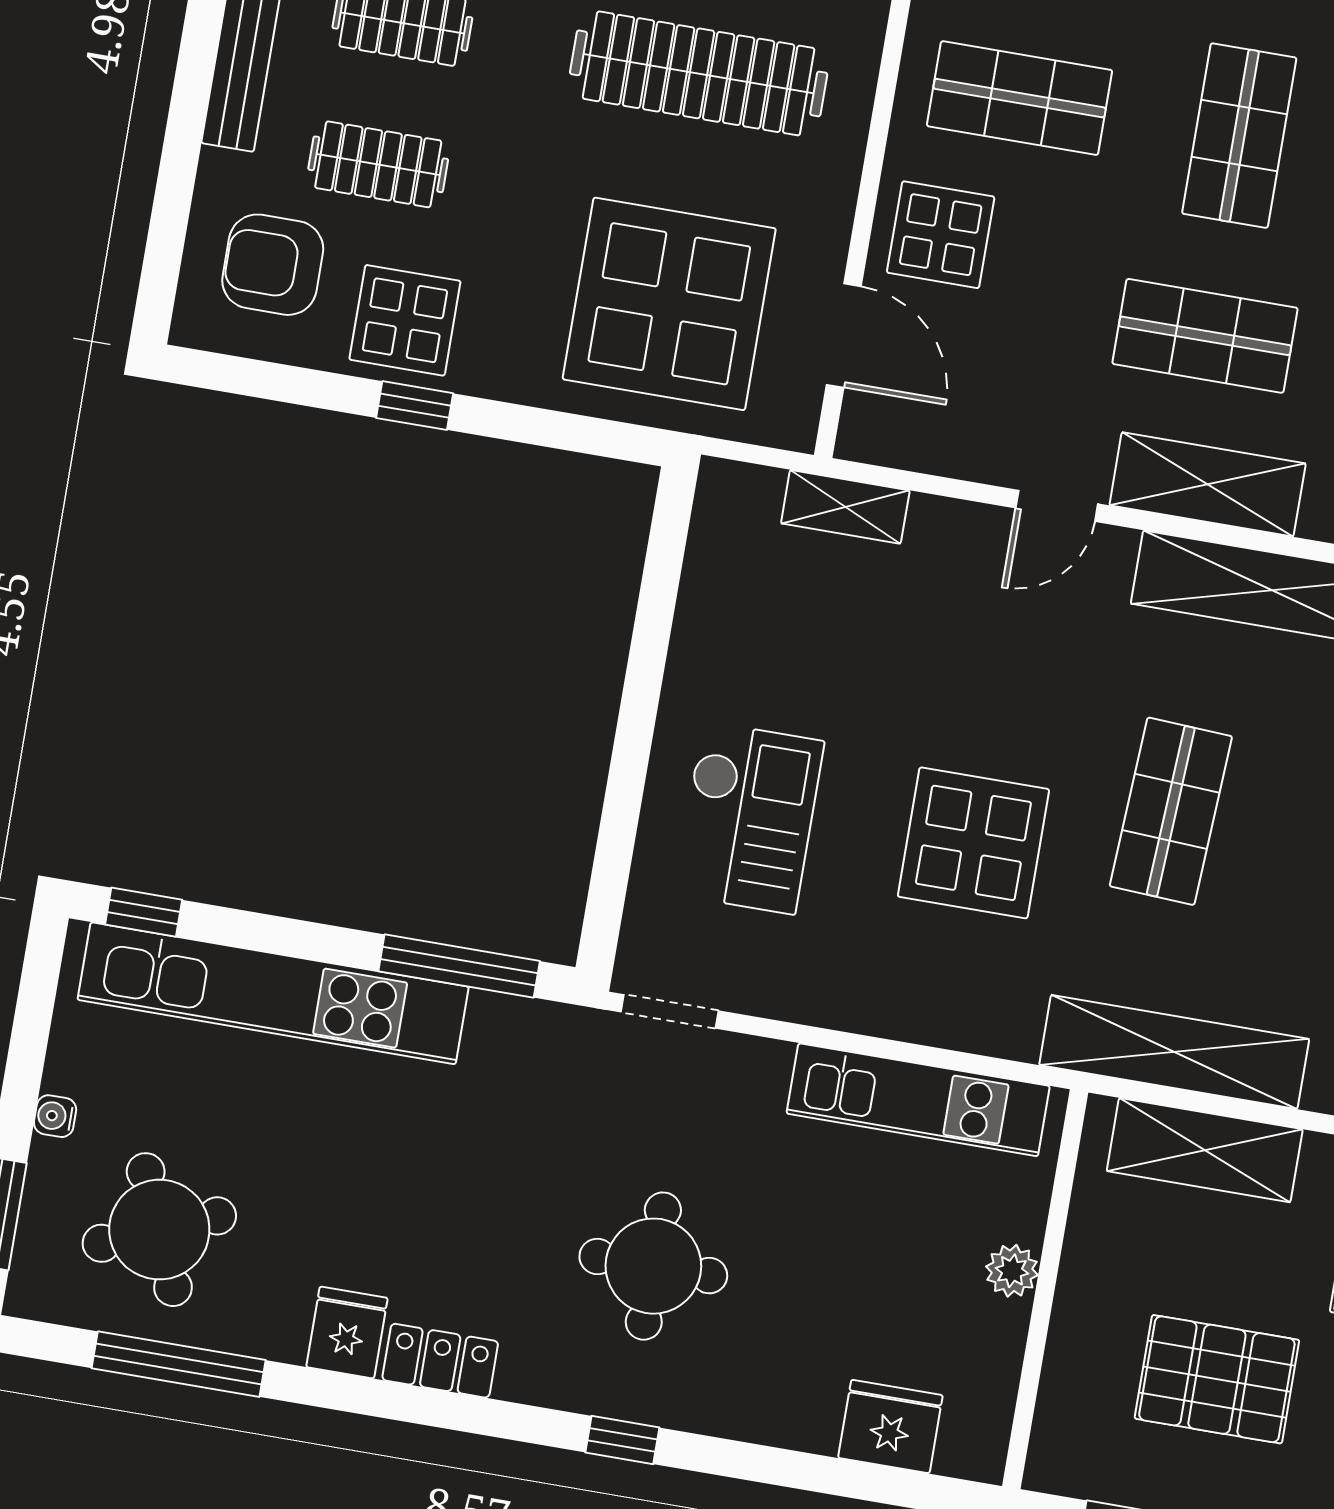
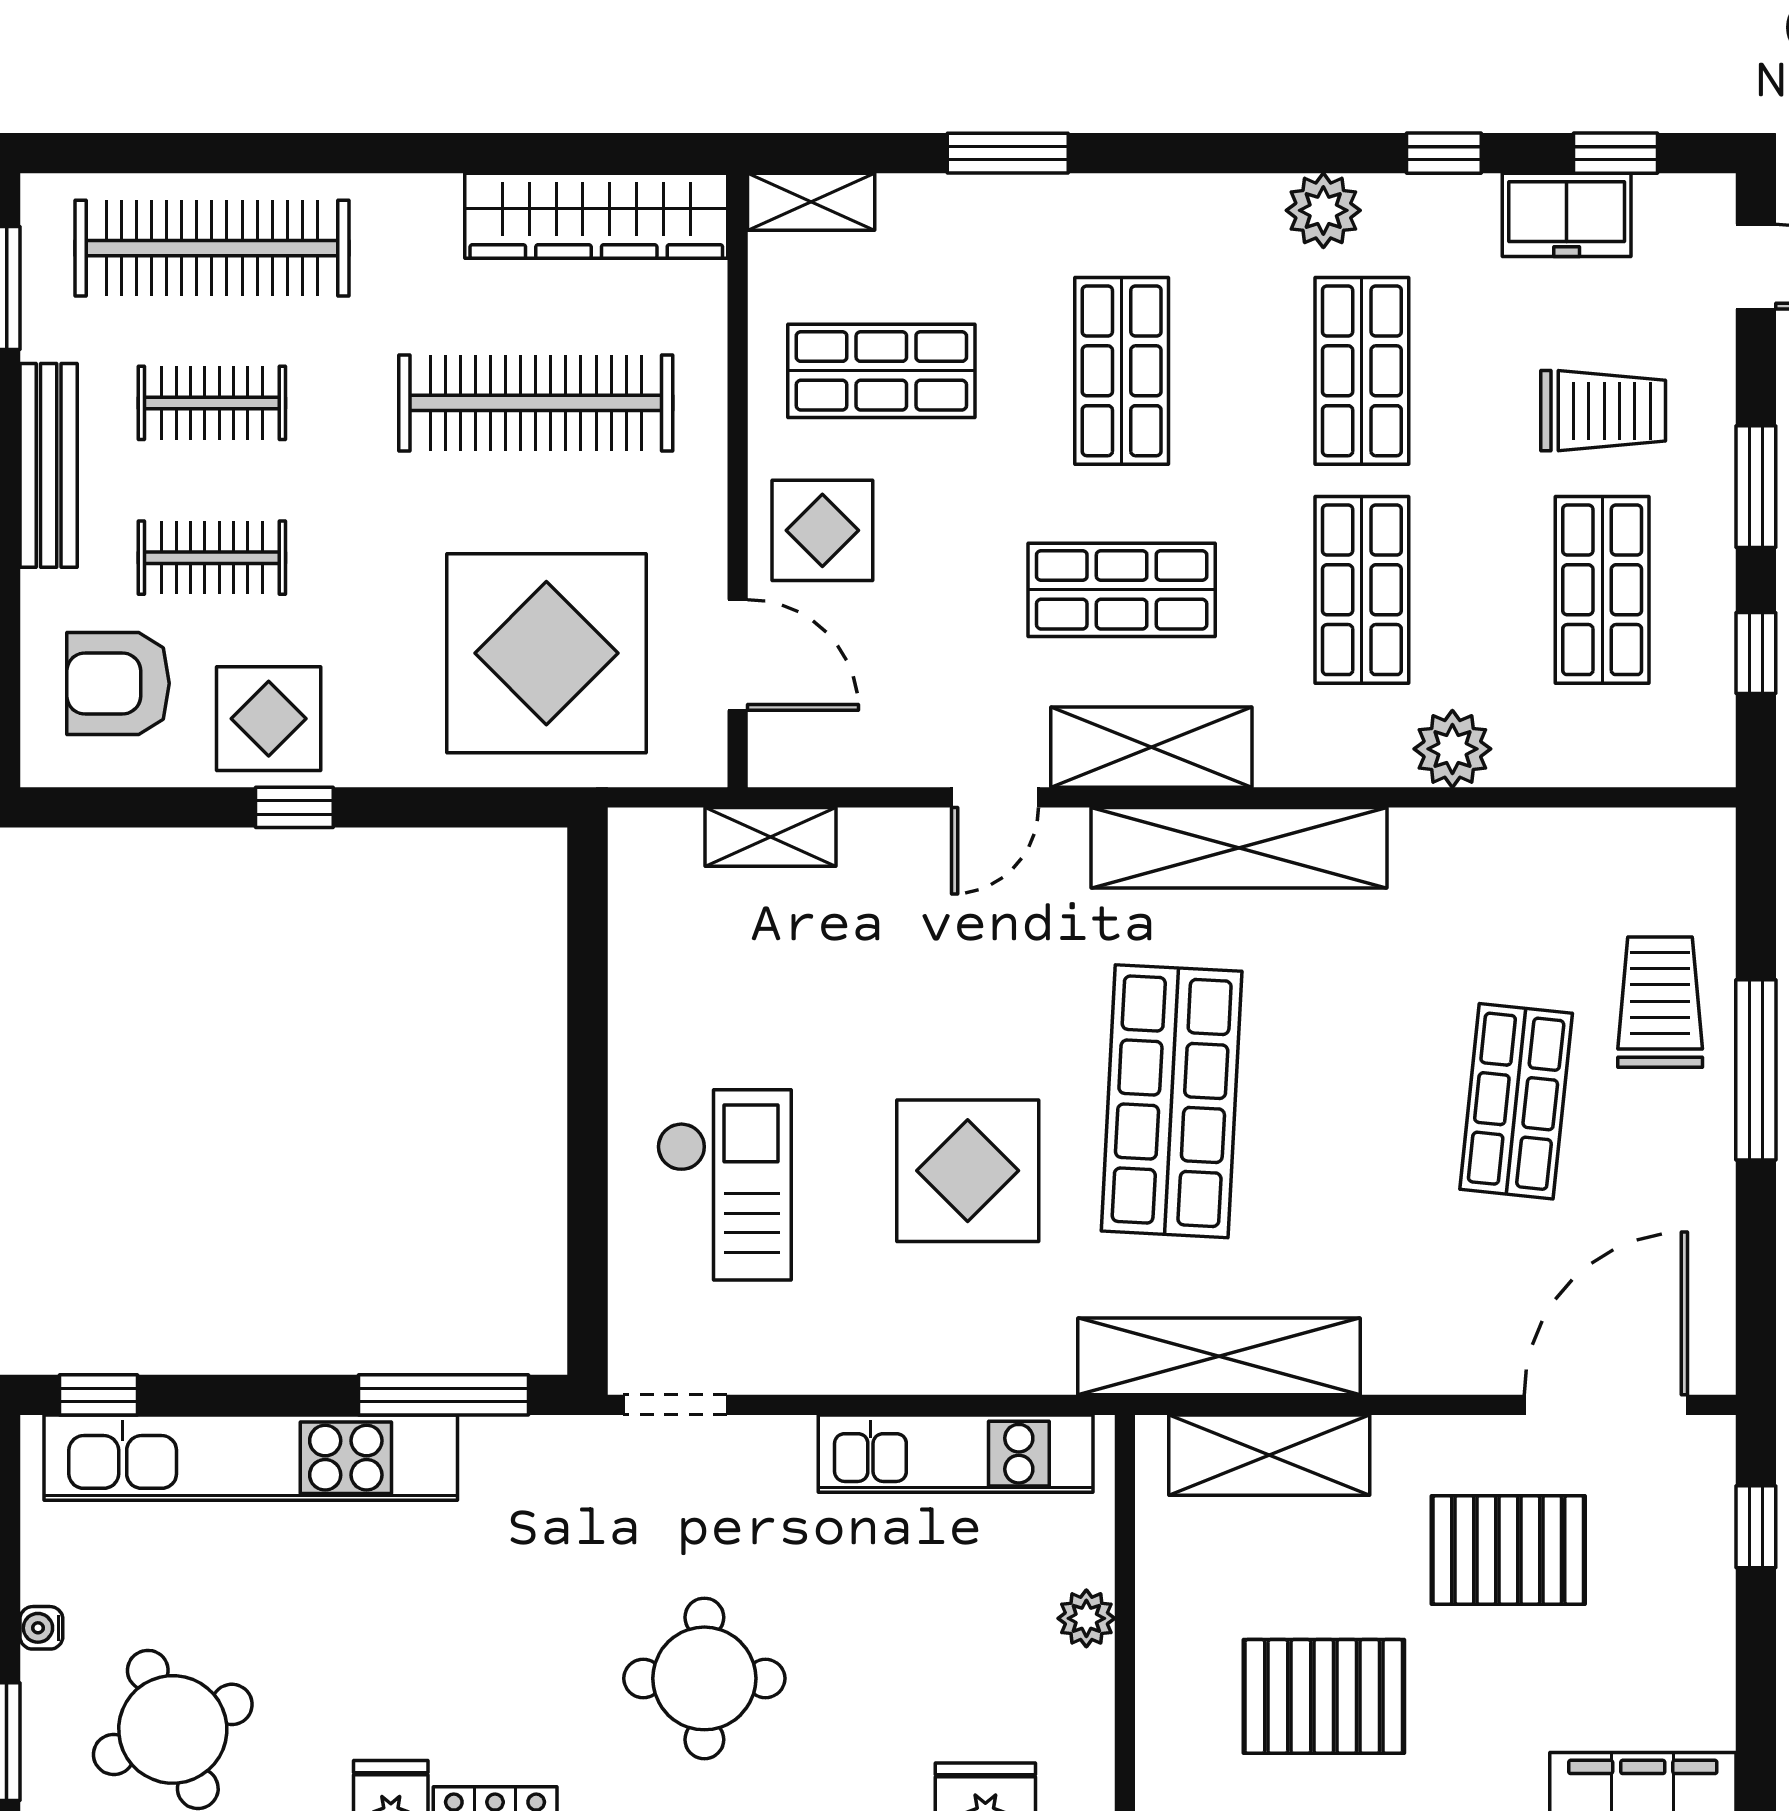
shop shelf: (1171, 811) -> (1172, 1101), width x1.43, depth x1.36

